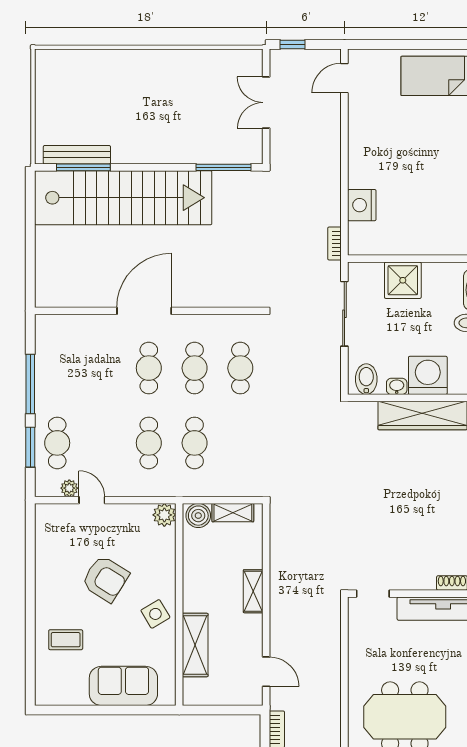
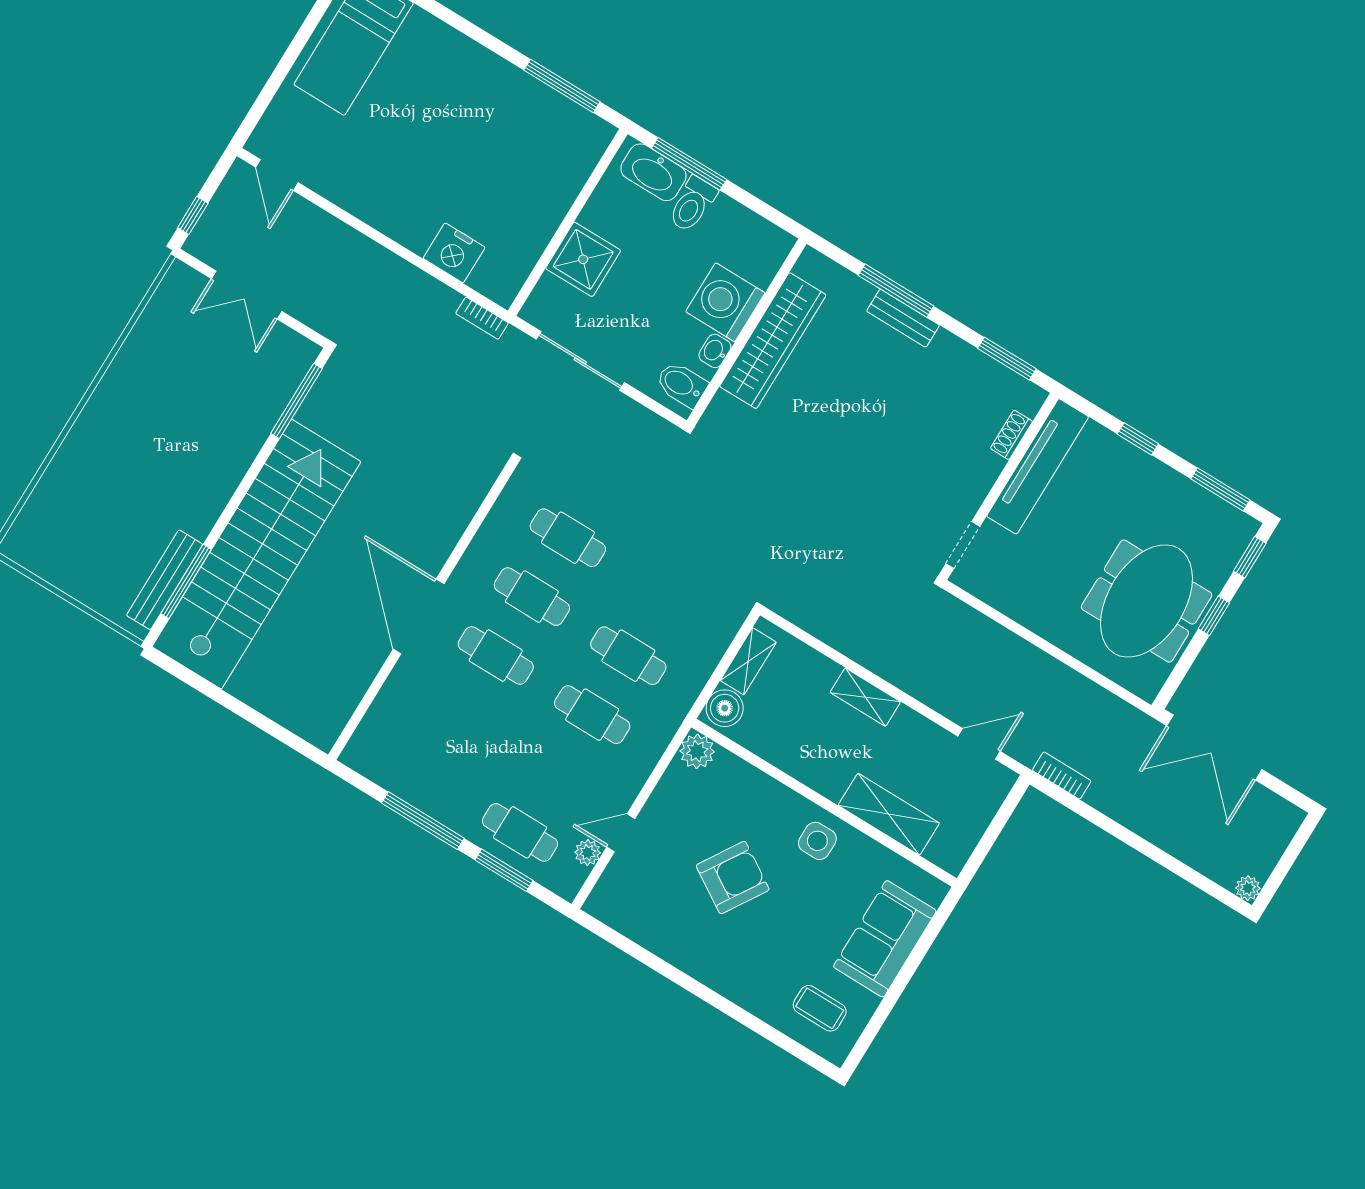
side table: (155, 614) -> (817, 841), turned 31
coffee table: (66, 640) -> (820, 1008), moved, turned 90

